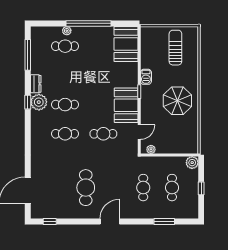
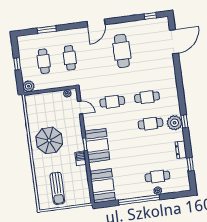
window: (28, 55) -> (190, 164), width x0.46
dresser: (36, 84) -> (181, 150), moved
booth: (126, 105) -> (97, 145), moved
door: (139, 132) -> (80, 108), swing flipped

